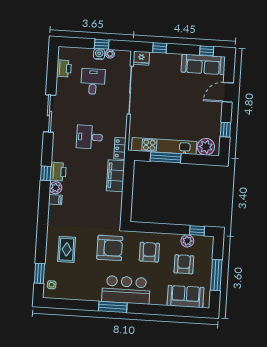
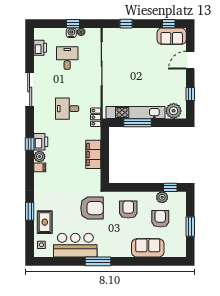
fridge: (141, 58) -> (110, 34), removed
sofa: (203, 64) -> (172, 36), width x0.73
filing cabinet: (116, 176) -> (93, 154), moved
rug: (67, 249) -> (45, 222), moved
window: (39, 273) -> (30, 211), moved
window: (216, 275) -> (190, 227), width x0.69
bar counter: (126, 290) -> (75, 245), moved
sofa: (186, 297) -> (148, 248), moved

